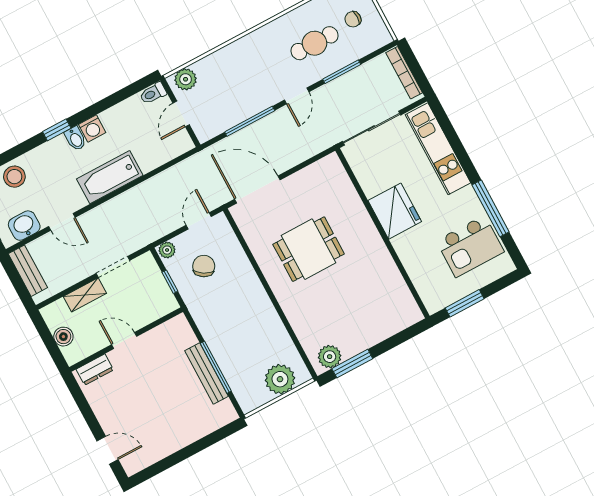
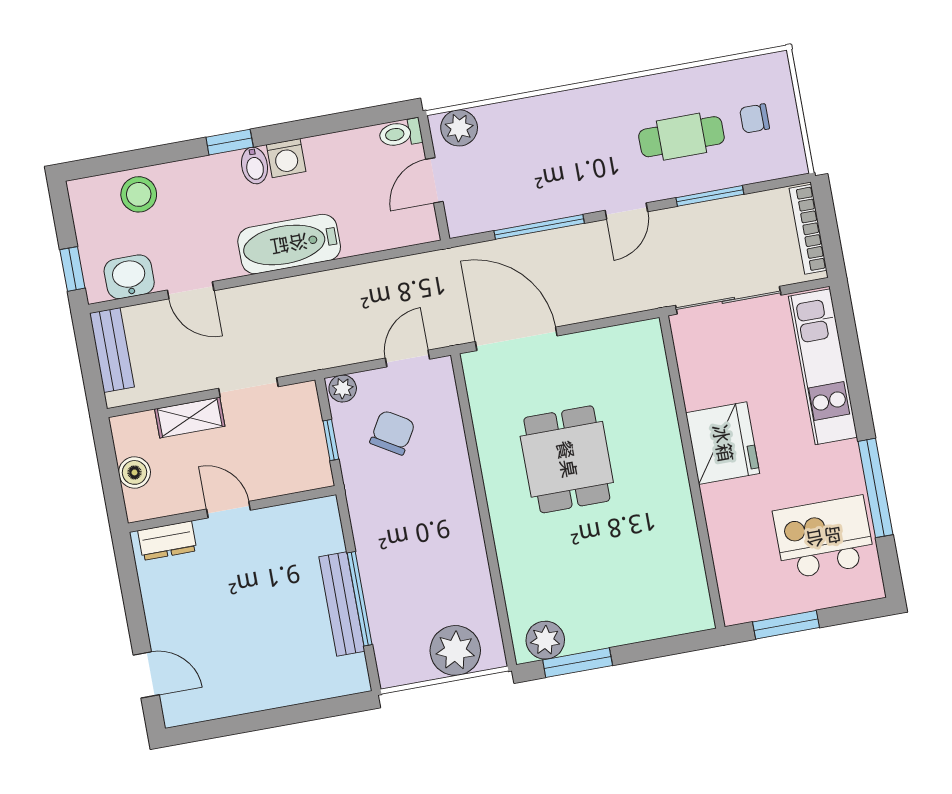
kitchen island: (470, 246) -> (824, 537), turned 180
dining table: (309, 249) -> (567, 459), turned 90

